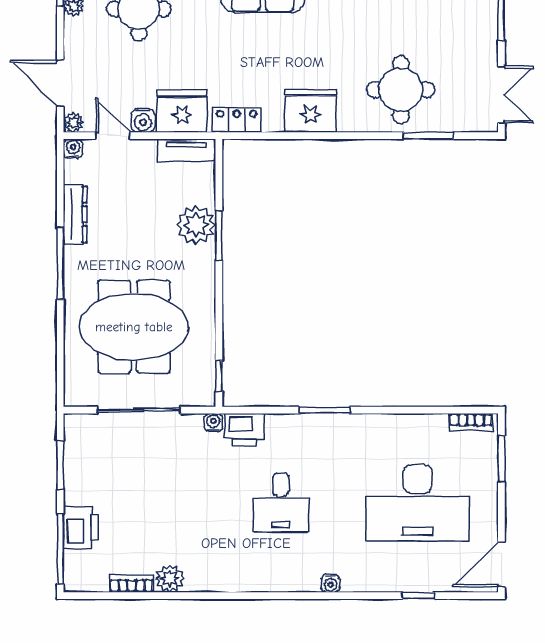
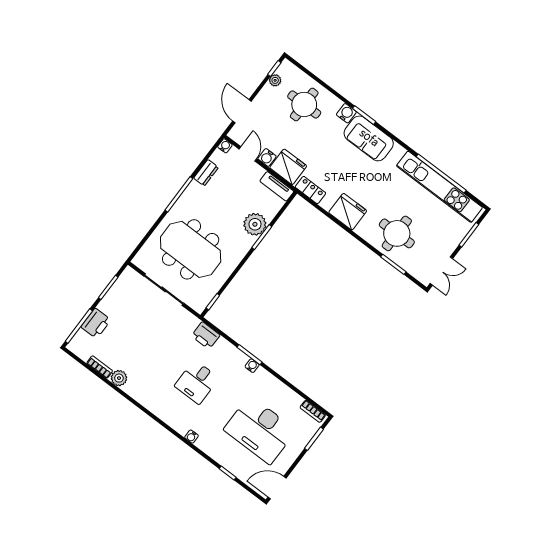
plant: (73, 122) -> (234, 134), removed
dresser: (75, 214) -> (206, 173), width x0.70
water cooler: (213, 423) -> (252, 366), moved

